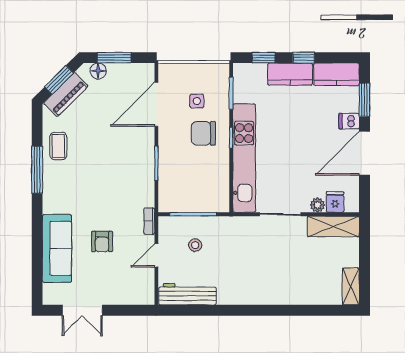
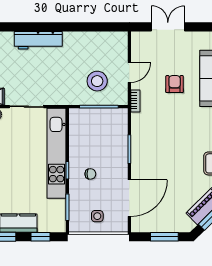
floor lamp: (98, 71) -> (178, 226), removed
side table: (197, 101) -> (97, 216), moved
chair: (203, 133) -> (90, 174), width x0.54, depth x0.54
stool: (195, 245) -> (97, 81), width x1.89, depth x1.89
workbench: (187, 294) -> (38, 40), moved
double door: (82, 310) -> (168, 27), moved

